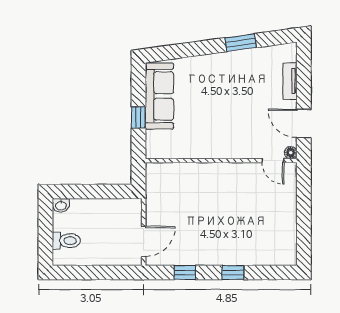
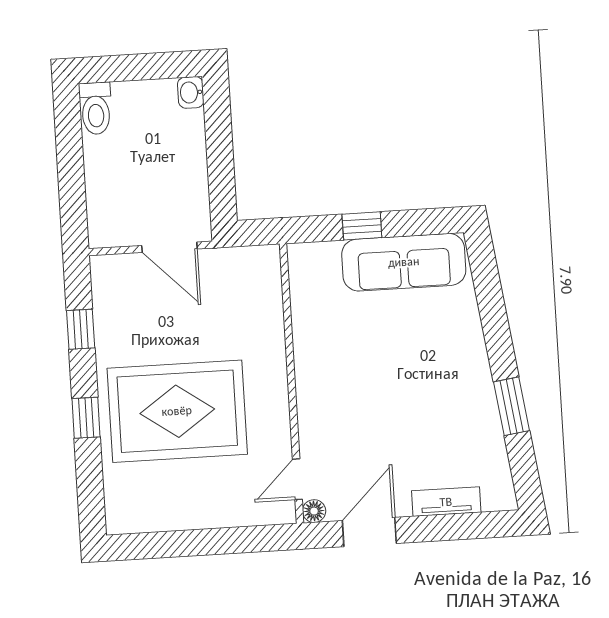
rug: (232, 223) -> (177, 411), added
toilet: (66, 241) -> (96, 108), moved
door: (144, 241) -> (169, 247), moved

